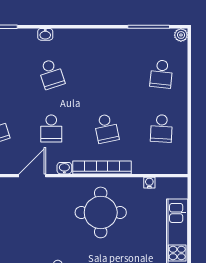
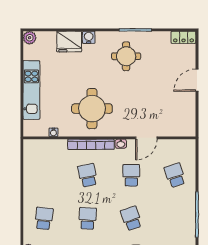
school desk: (161, 128) -> (88, 218), moved

